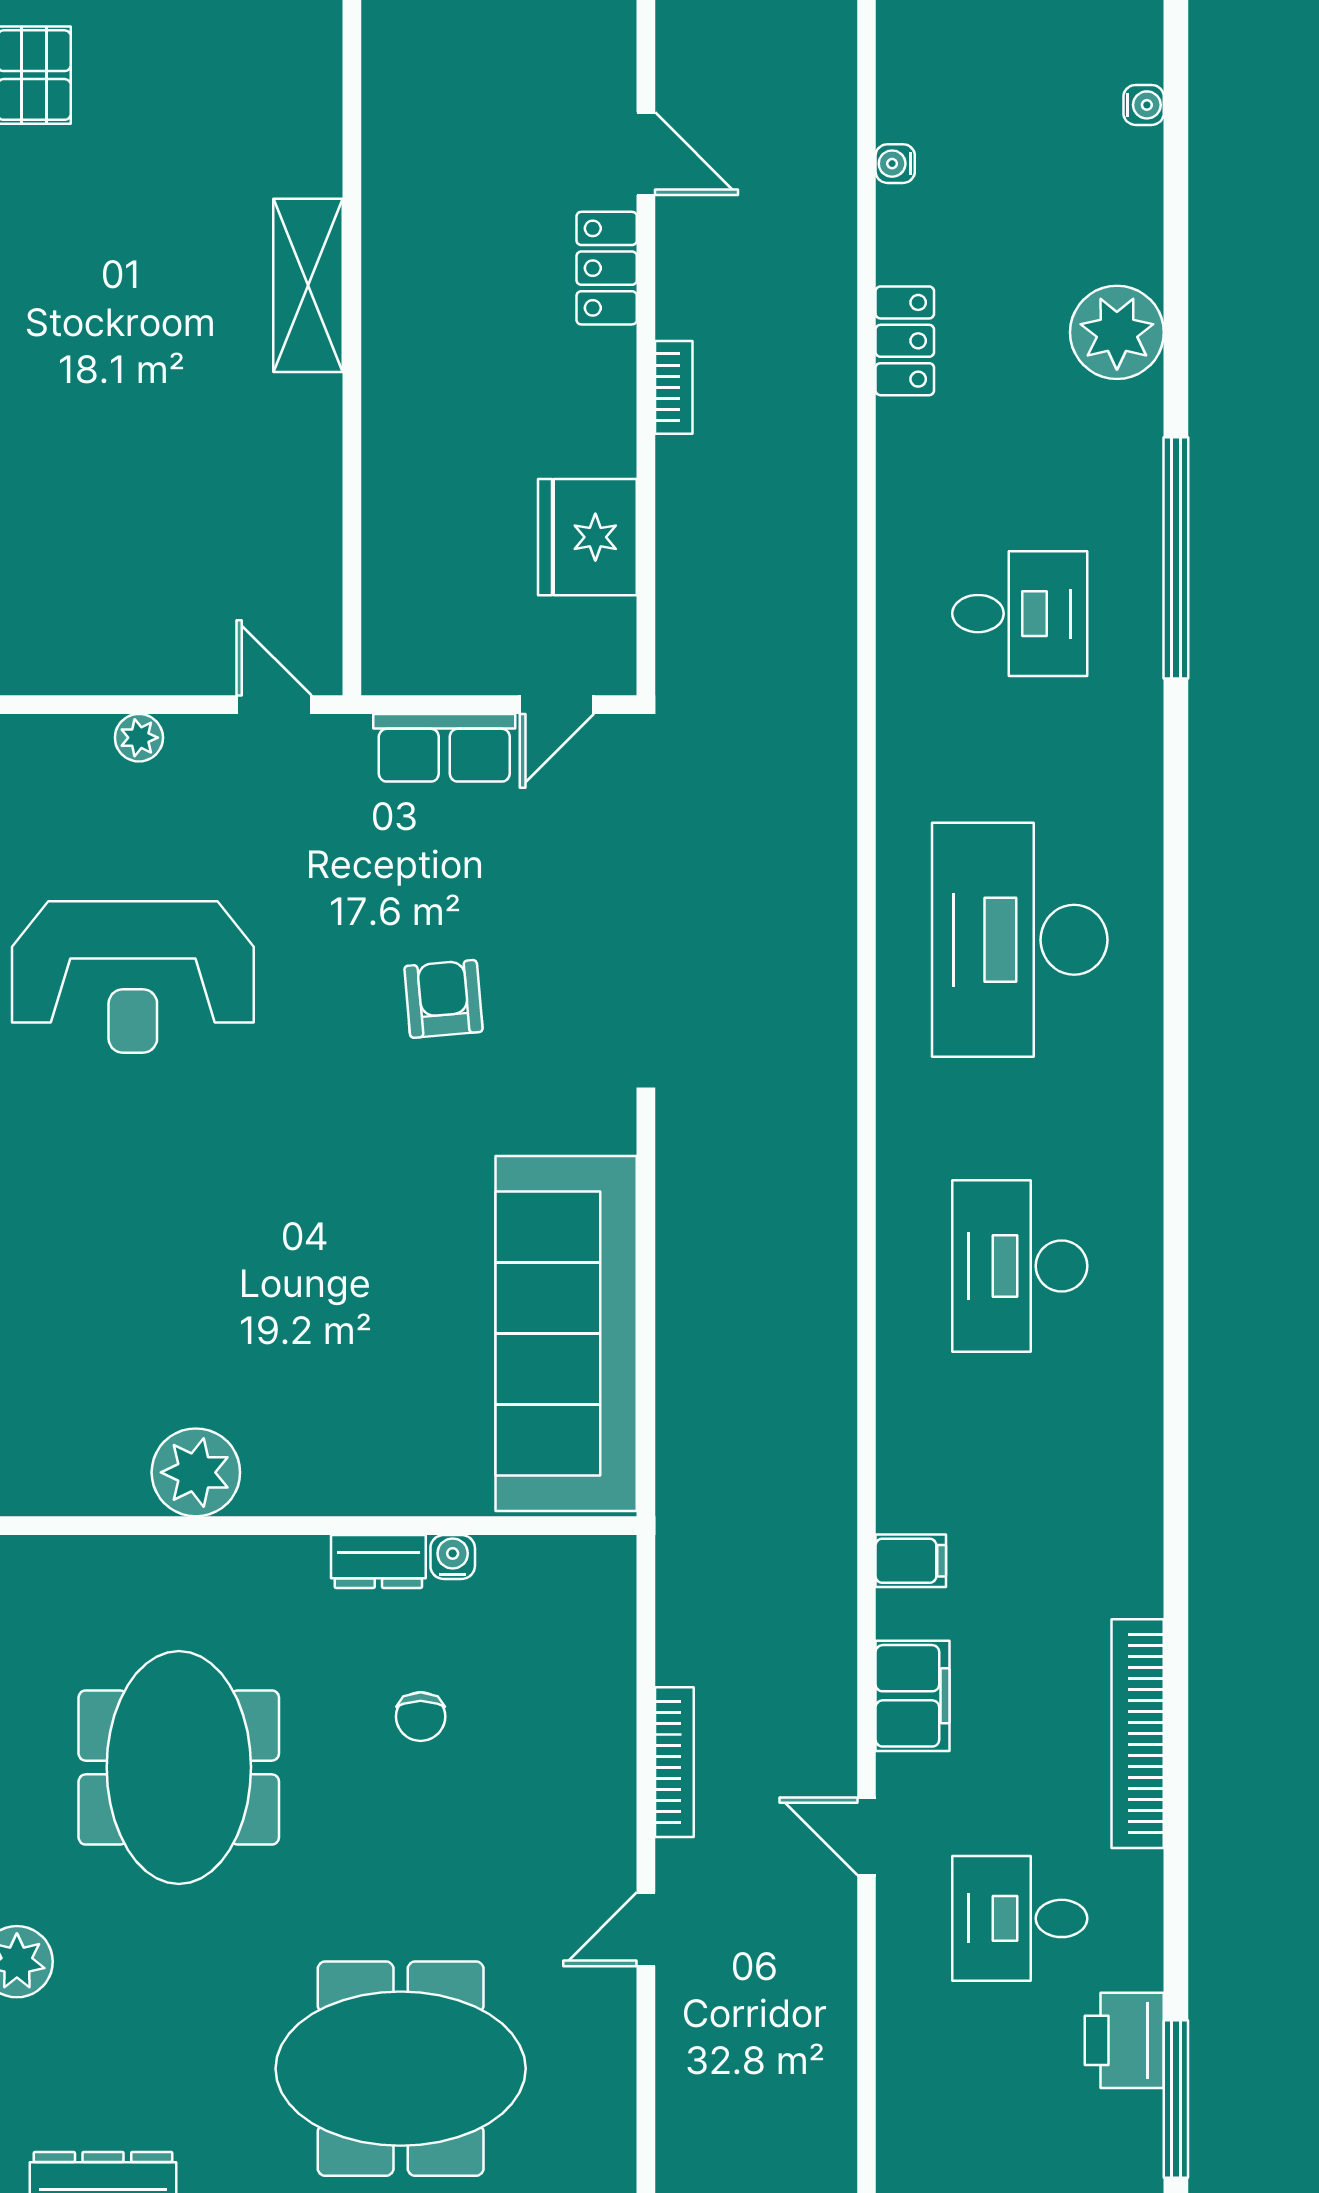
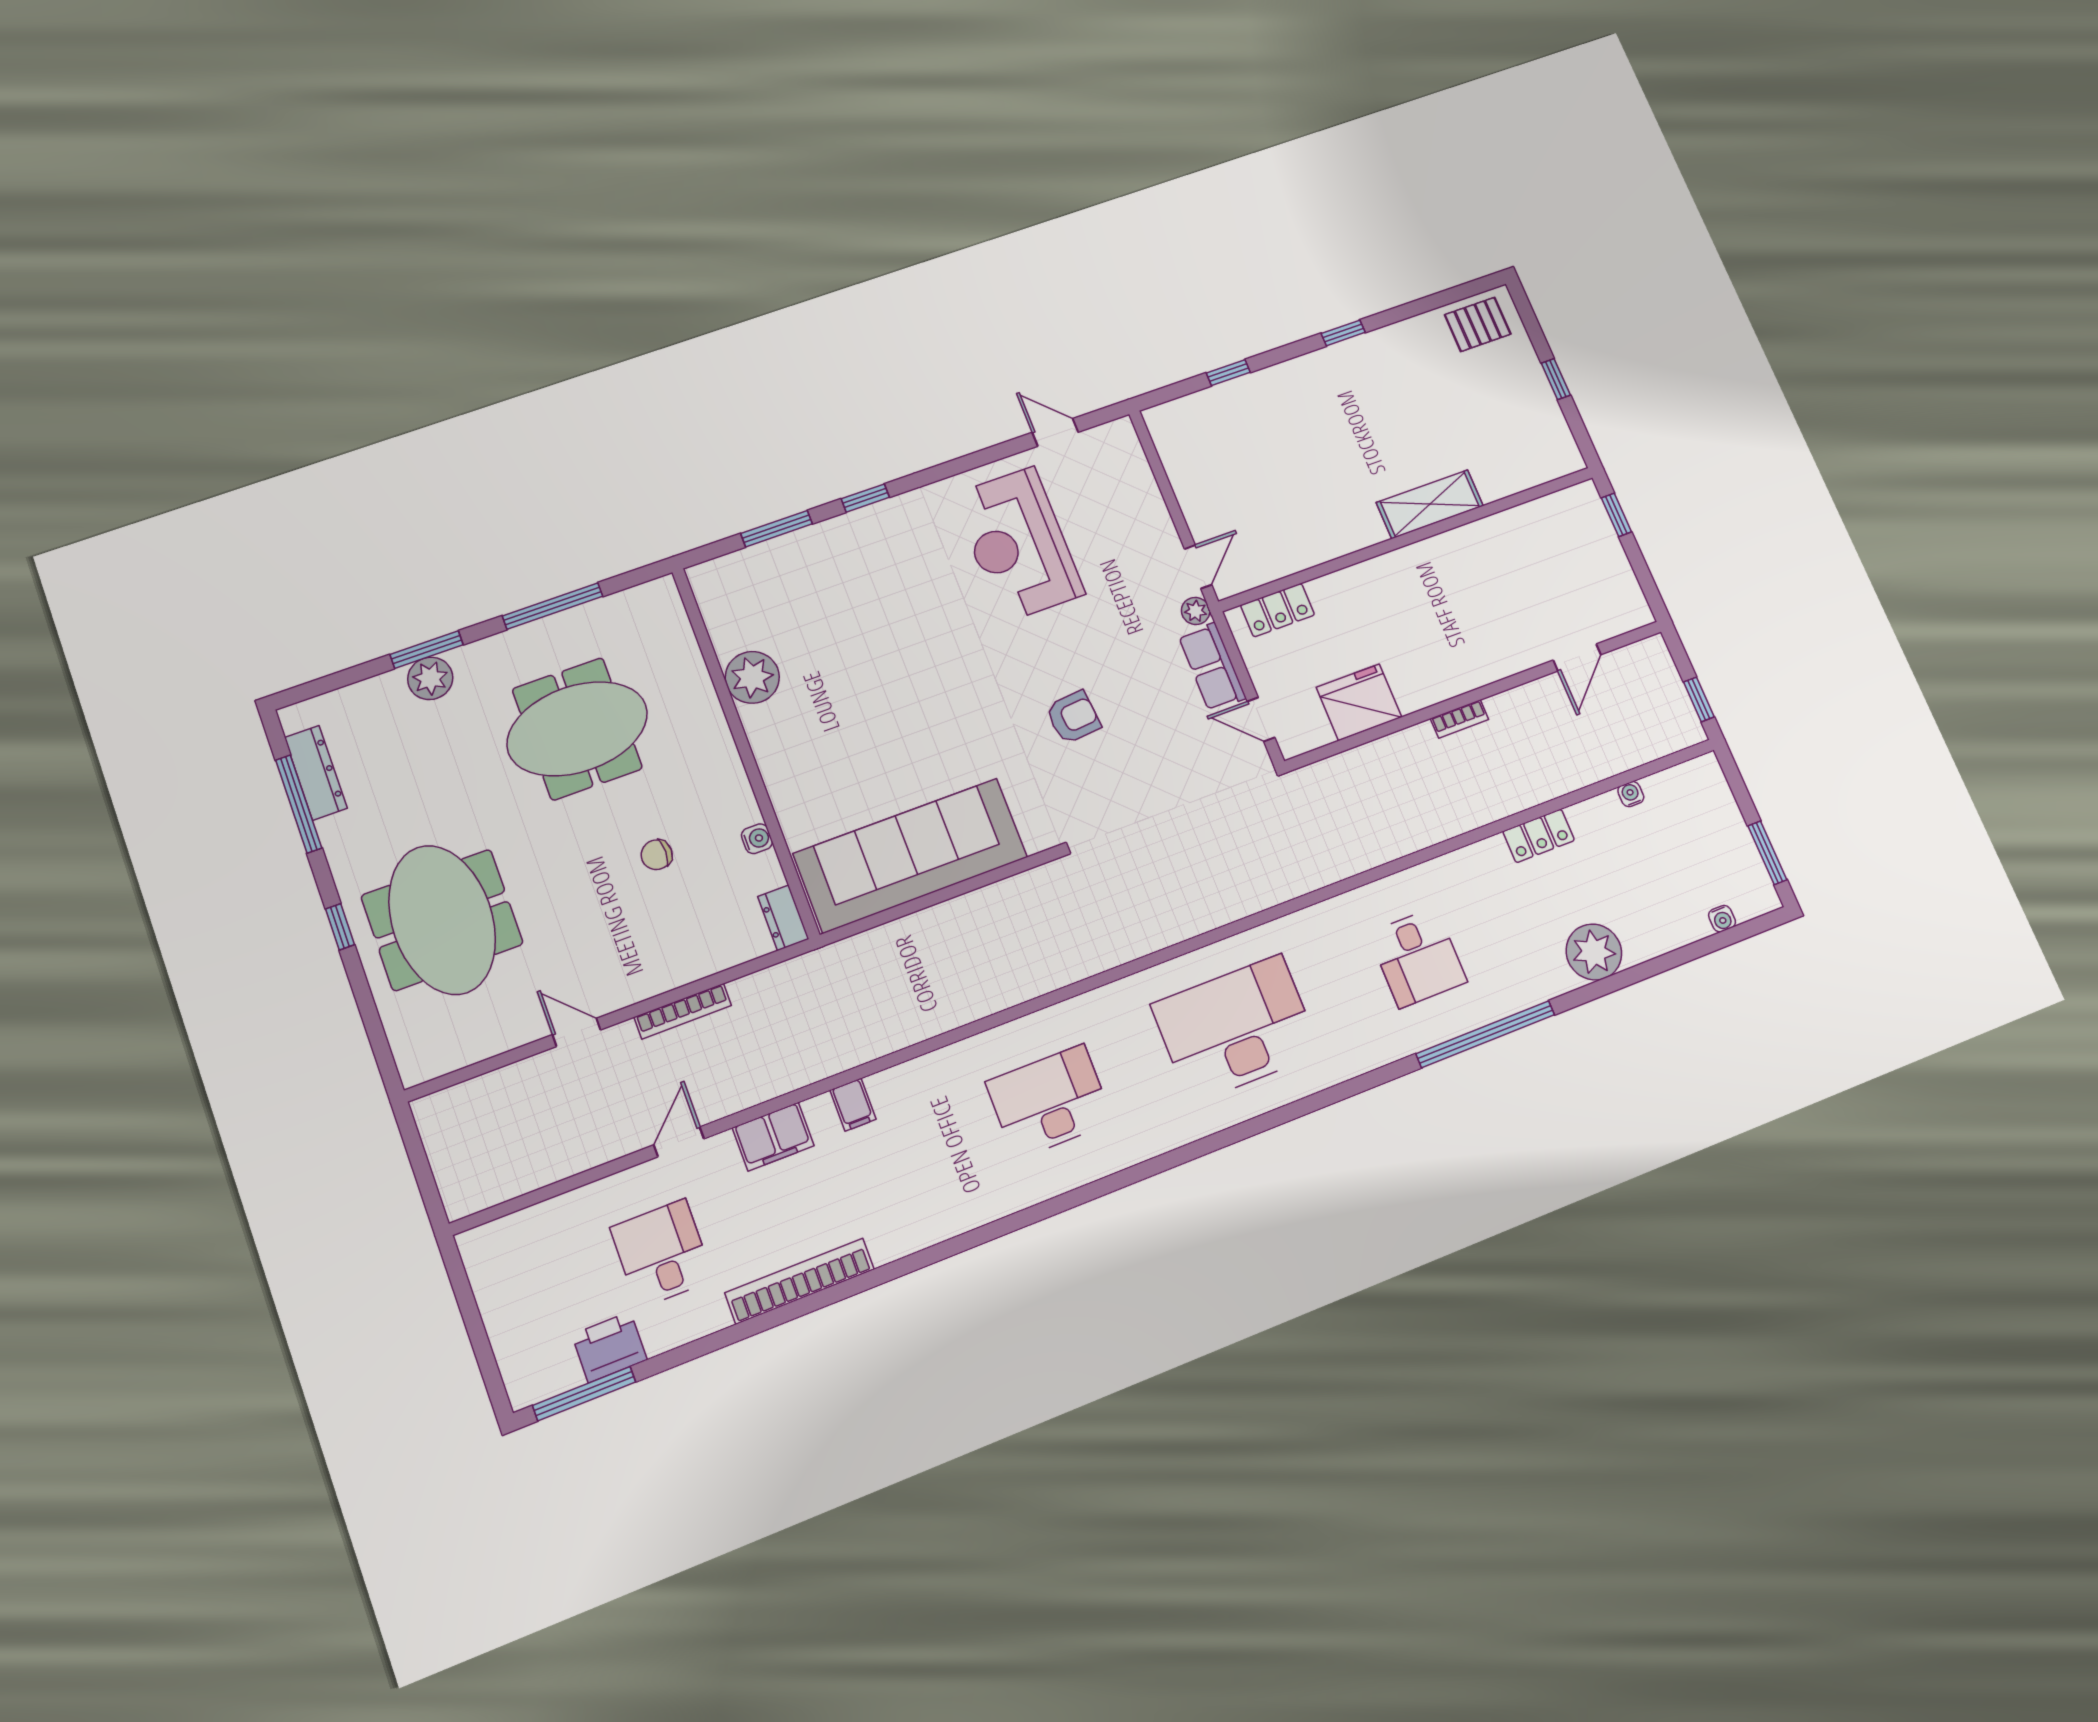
locker: (607, 268) -> (1278, 610), moved, turned 180
plant: (139, 738) -> (1196, 611), moved
dresser: (378, 1561) -> (783, 918), moved

